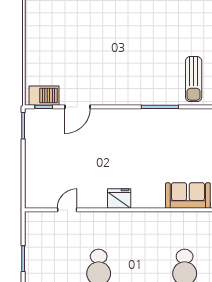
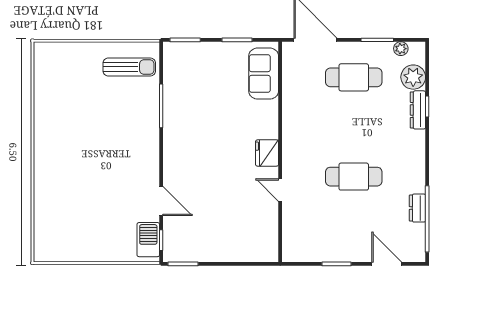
door: (67, 210) -> (280, 190), moved

